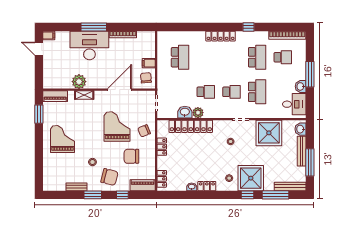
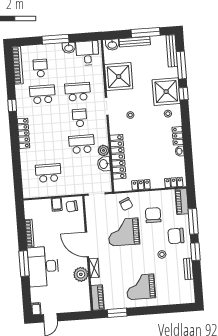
door: (120, 90) -> (87, 245), moved
school desk: (206, 92) -> (82, 144), width x1.85
chair: (131, 156) -> (153, 215), turned 180
chair: (109, 177) -> (176, 236), turned -104
window: (122, 195) -> (193, 221), width x2.17

